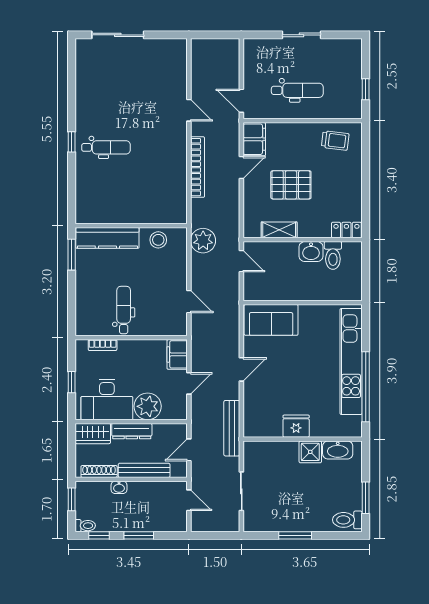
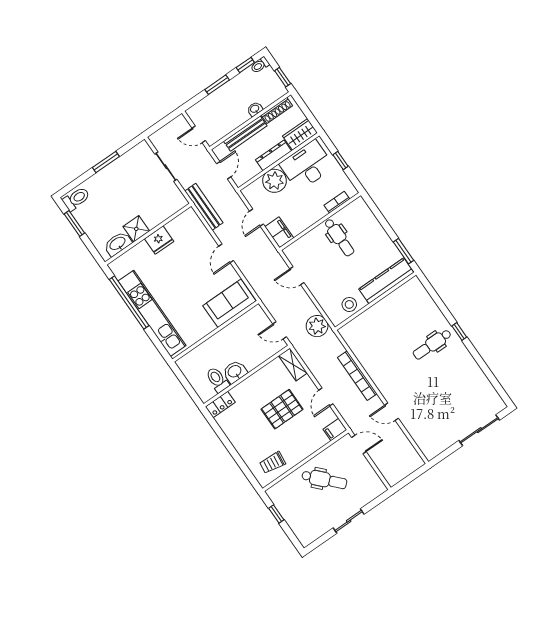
dental chair: (297, 90) -> (324, 480), turned -133
filing cabinet: (254, 139) -> (335, 429), width x0.50
shelving: (279, 230) -> (293, 364), moved, turned 90

